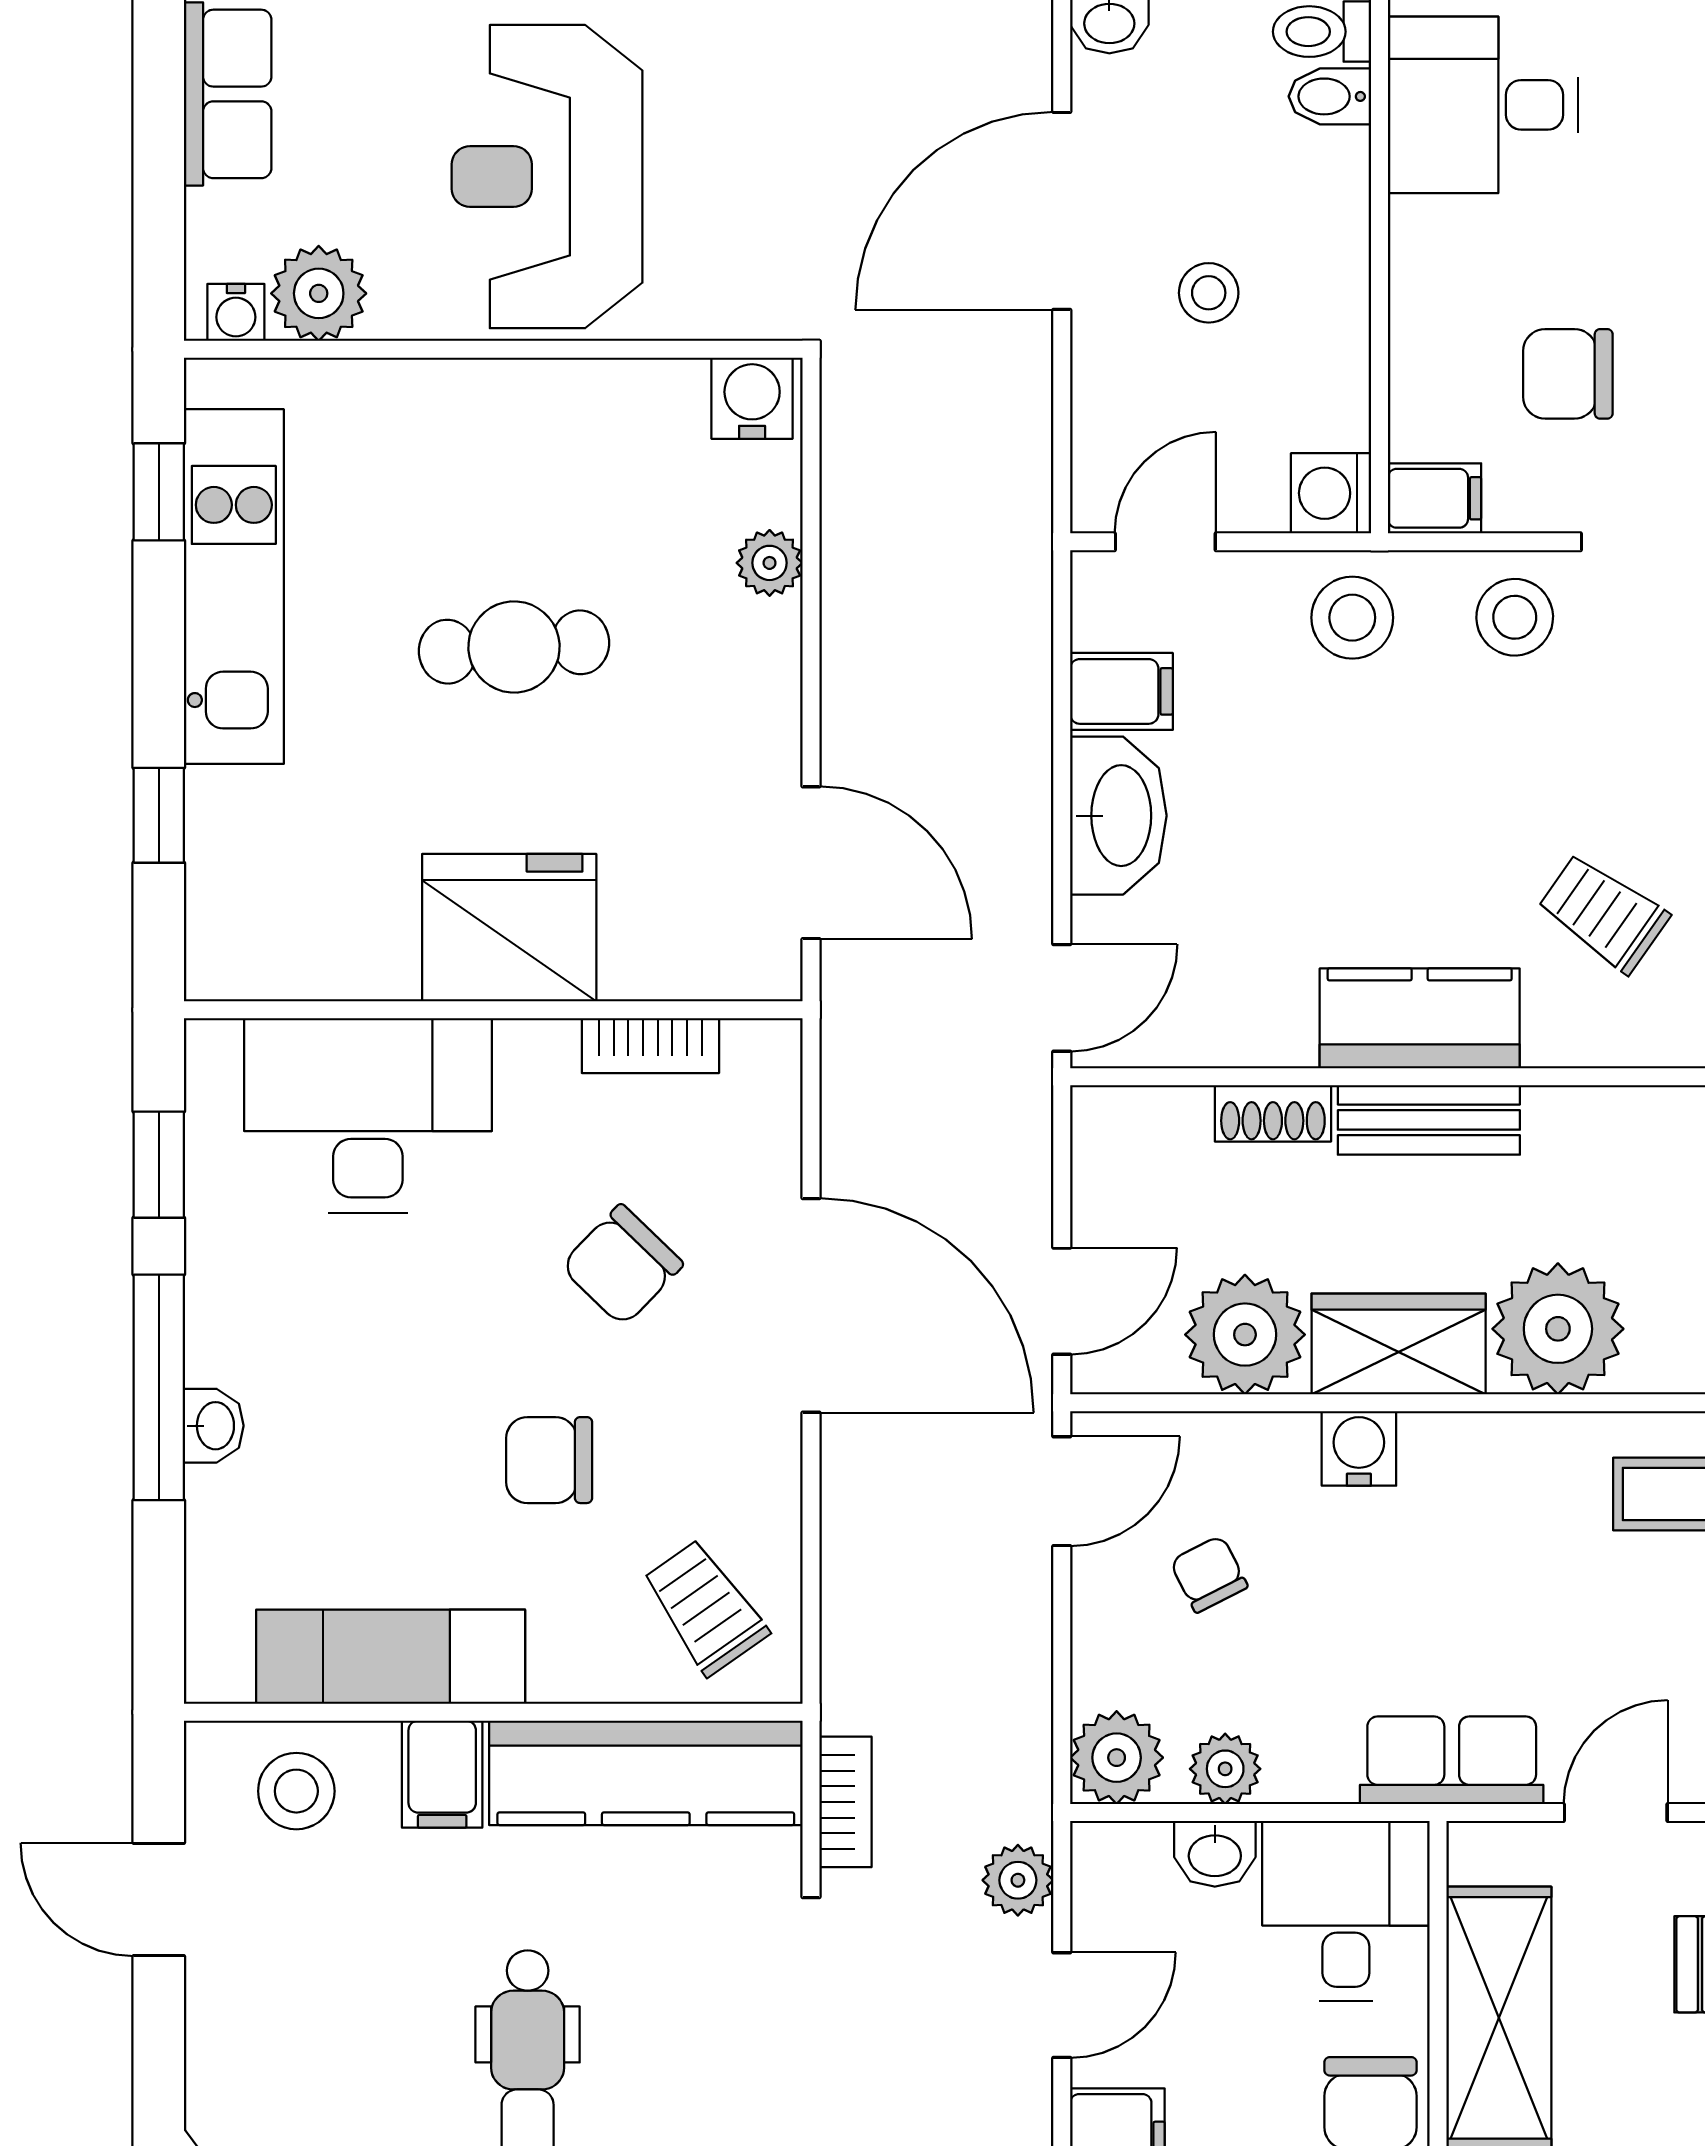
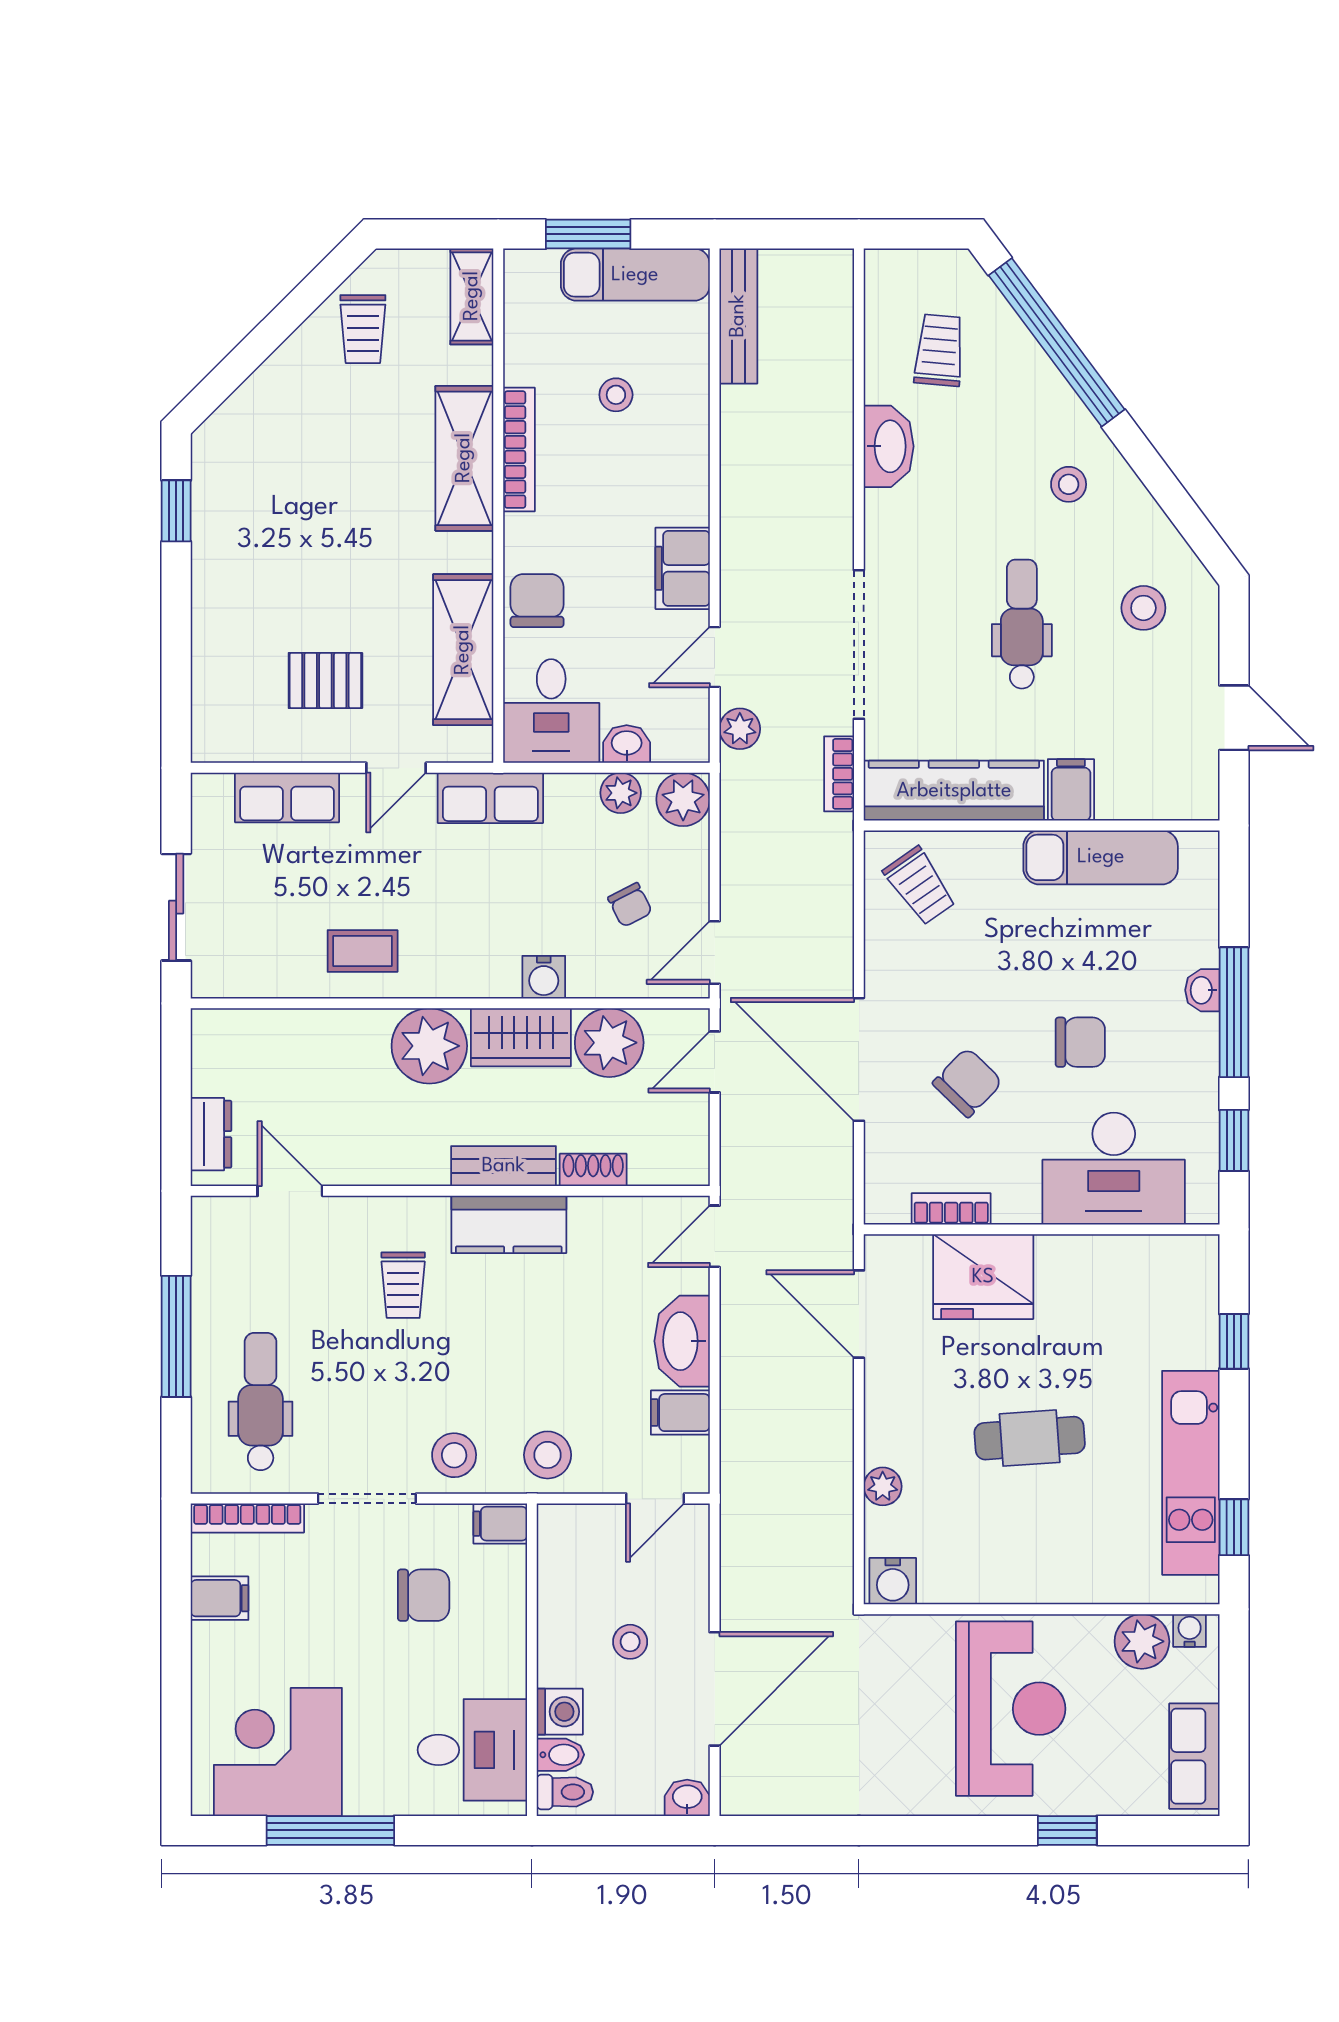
washing machine: (1331, 493) -> (560, 1712), moved
trolley: (1603, 913) -> (403, 1285), turned 55
fridge: (509, 928) -> (983, 1277), moved
chair: (549, 1460) -> (1080, 1042), moved
stool: (296, 1791) -> (1143, 608), moved

